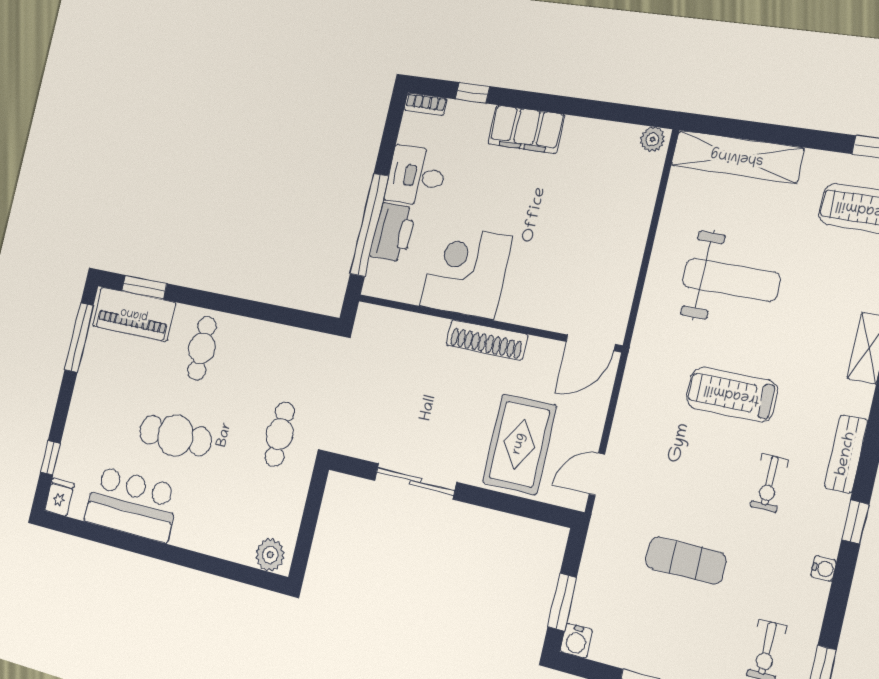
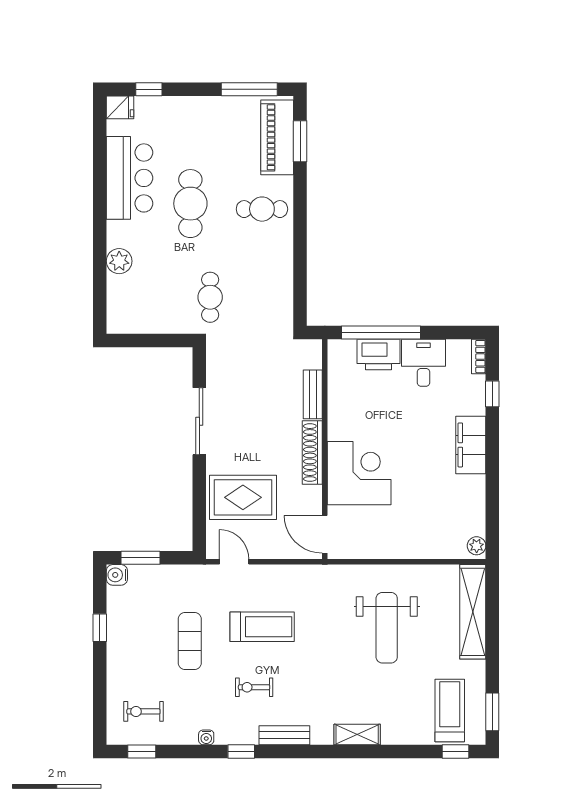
corner desk: (466, 271) -> (359, 473), moved
bench: (419, 326) -> (313, 394), added
treadmill: (732, 394) -> (262, 627), moved, turned 90
cafe table: (280, 434) -> (210, 297), turned 90
plant: (270, 555) -> (119, 261), moved

